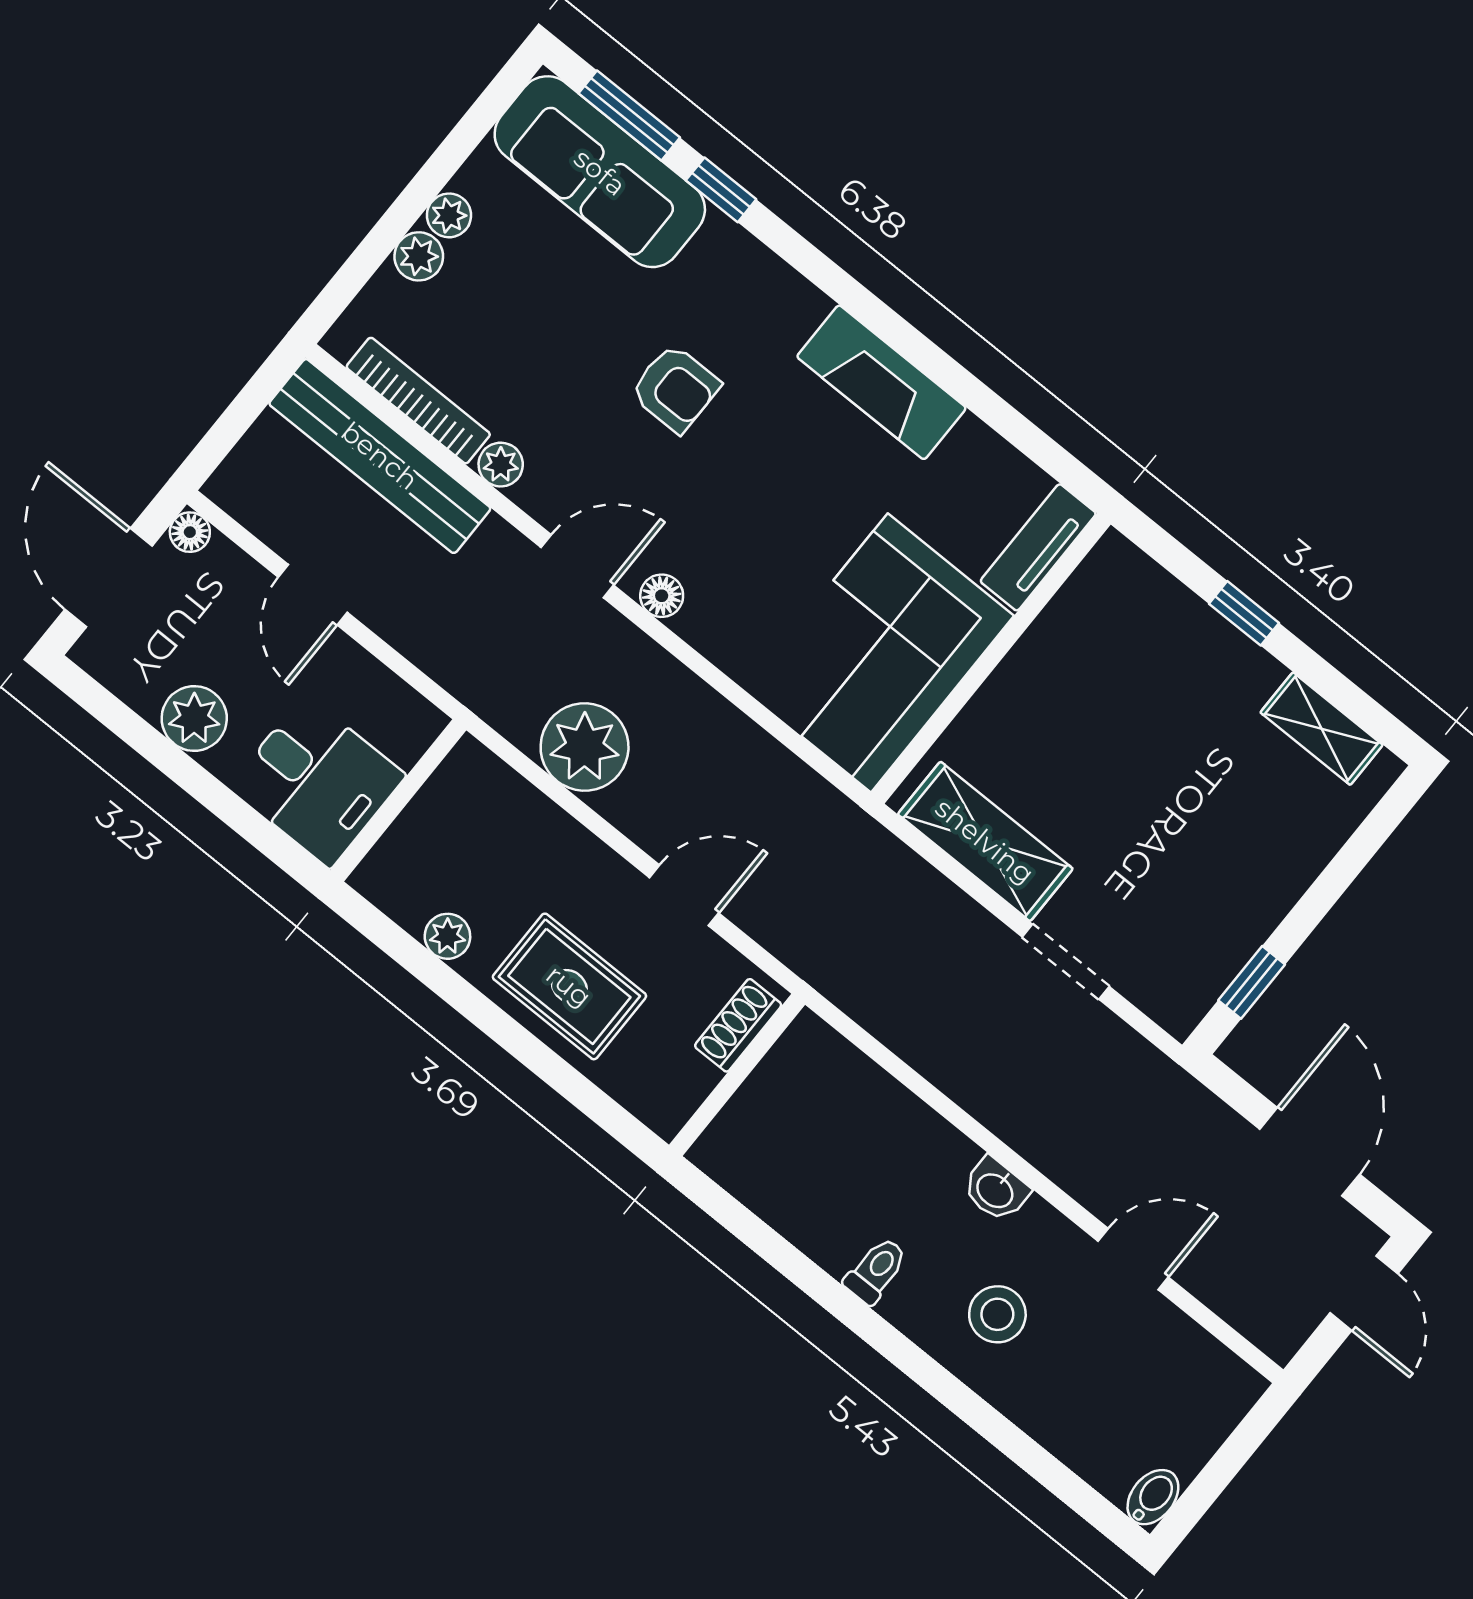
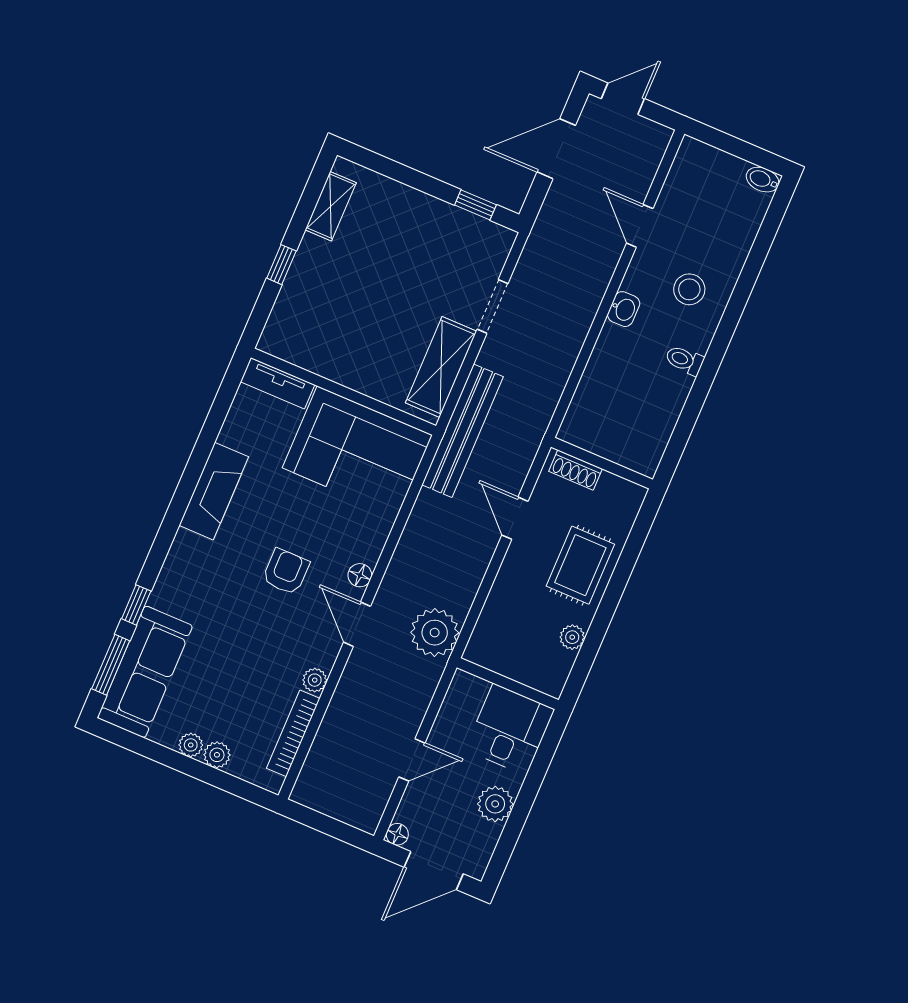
armchair: (675, 388) -> (286, 572), moved
bench: (380, 456) -> (463, 431), moved
plant: (585, 747) -> (435, 633), moved

